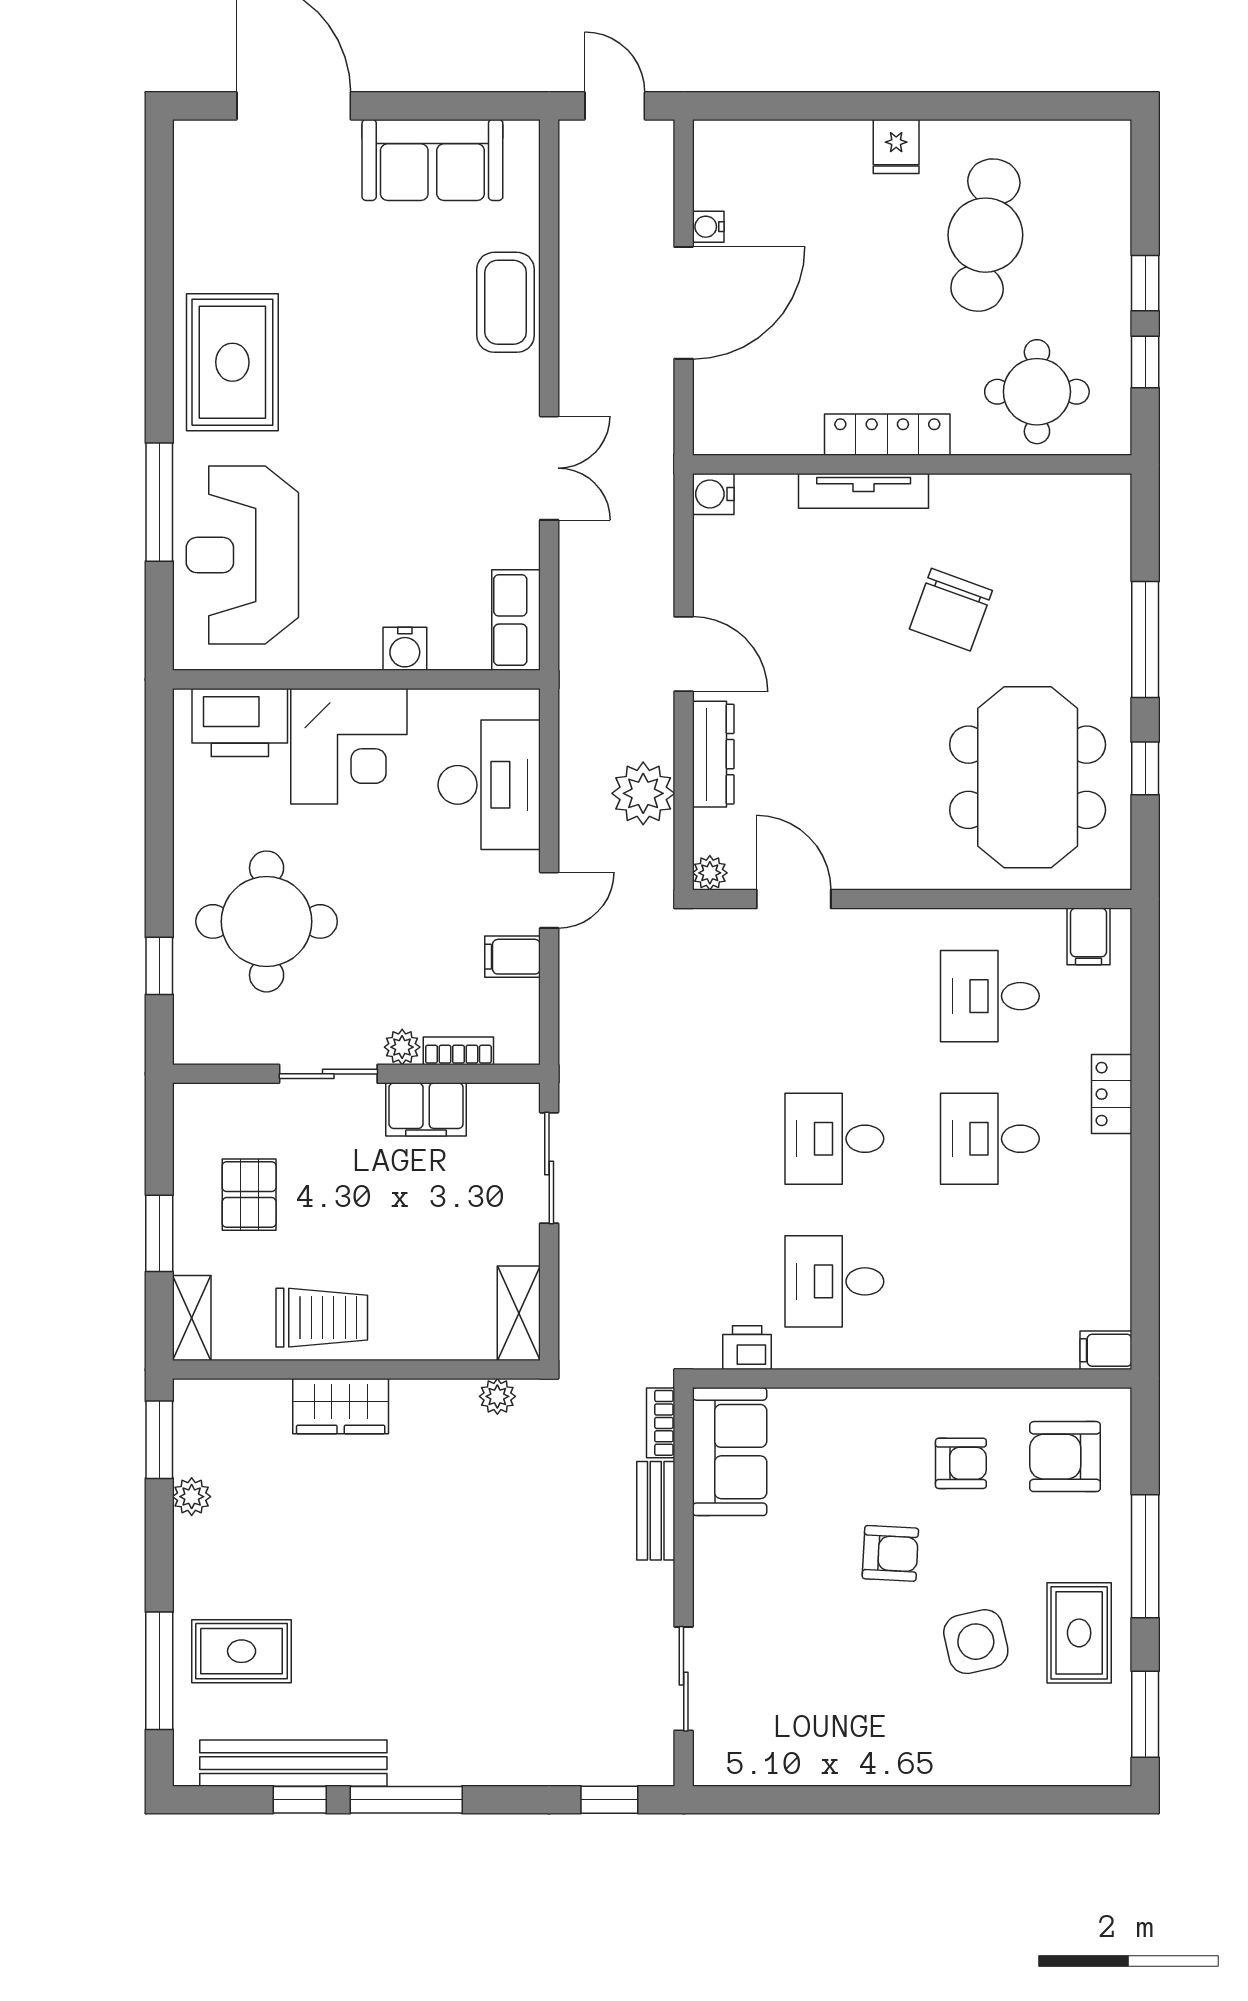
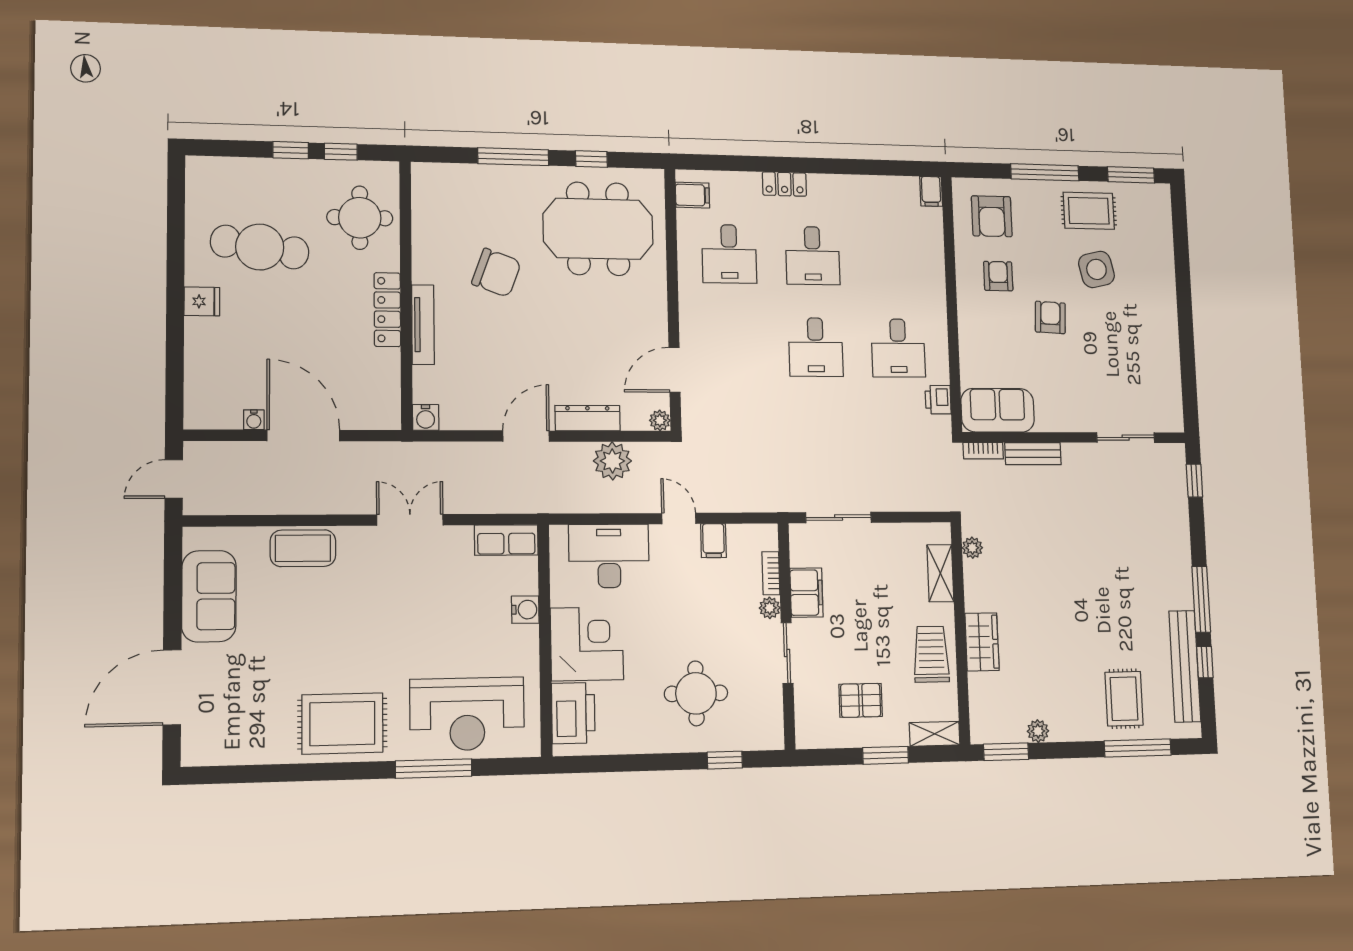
round table: (267, 921) -> (696, 693), width x0.73, depth x0.73
shelving: (519, 1313) -> (940, 573), moved, turned 90

